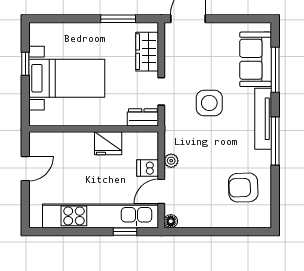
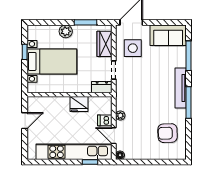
plant: (88, 32) -> (66, 31), added
sofa: (256, 59) -> (168, 35), moved, turned -90
side table: (209, 103) -> (133, 48), moved
door: (161, 191) -> (114, 136), hinge flipped

